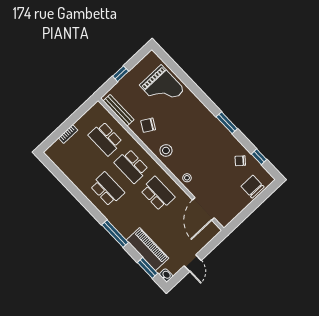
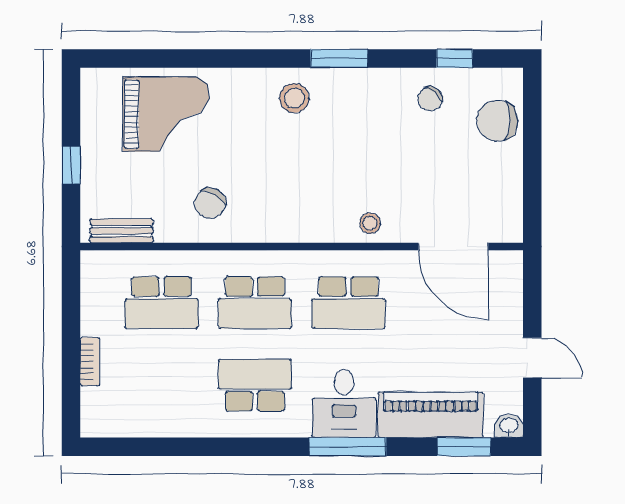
bench: (119, 110) -> (122, 231), width x0.73
stool: (166, 150) -> (294, 98), moved
school desk: (158, 194) -> (348, 303), turned 180
desk: (127, 220) -> (344, 403), added

